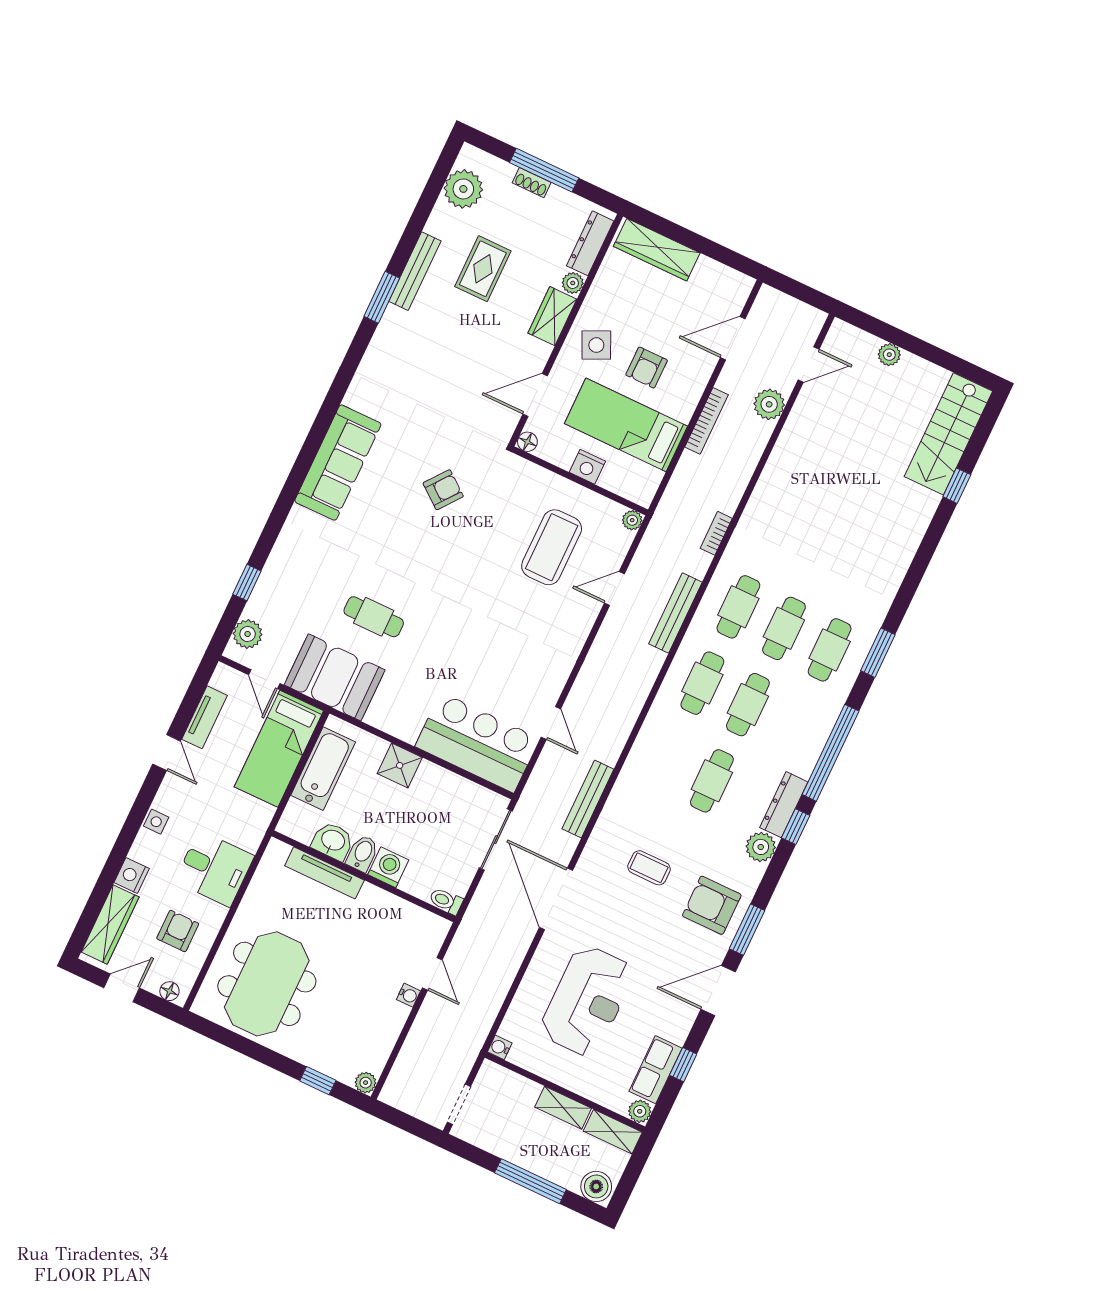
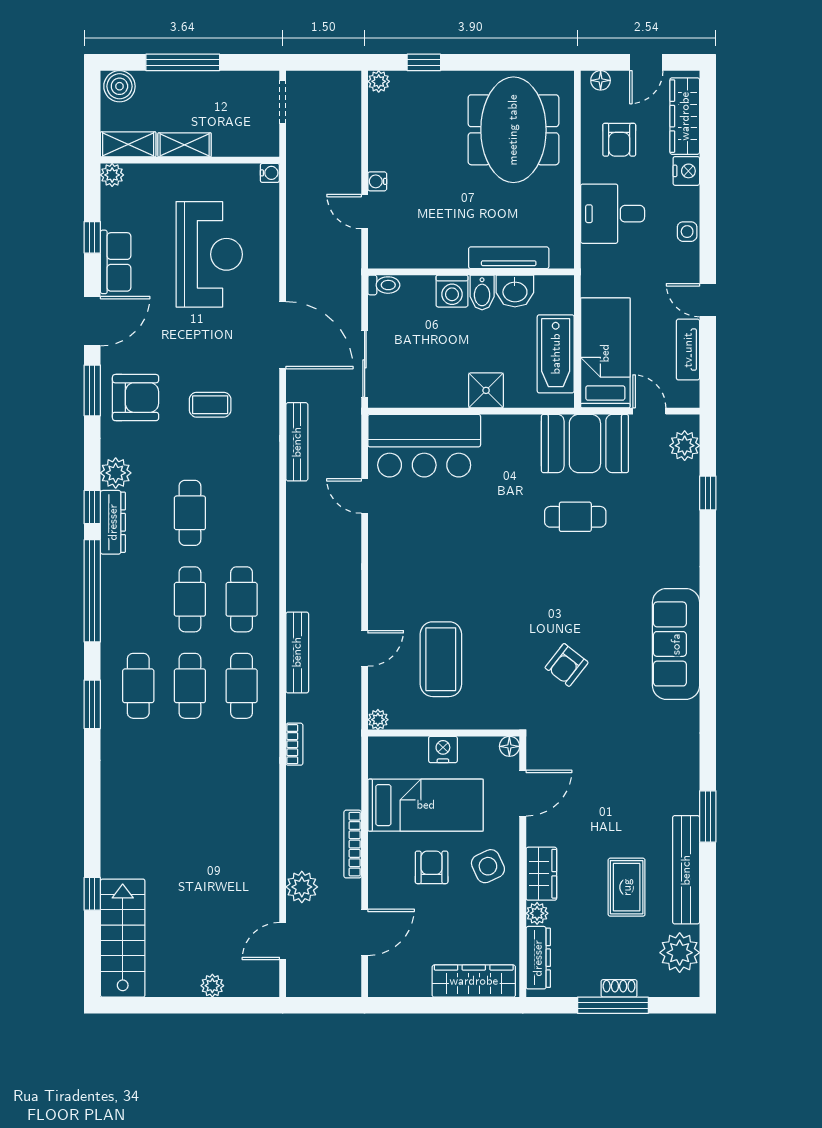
bench: (415, 271) -> (686, 870), width x1.37, depth x1.21
reception desk: (587, 1001) -> (209, 254), turned 180
row of seats: (656, 1070) -> (116, 262), moved

